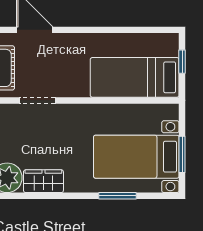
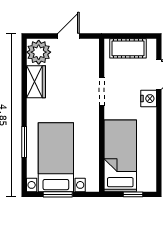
nightstand: (64, 43) -> (149, 99), added
doorway: (38, 100) -> (102, 91), moved

